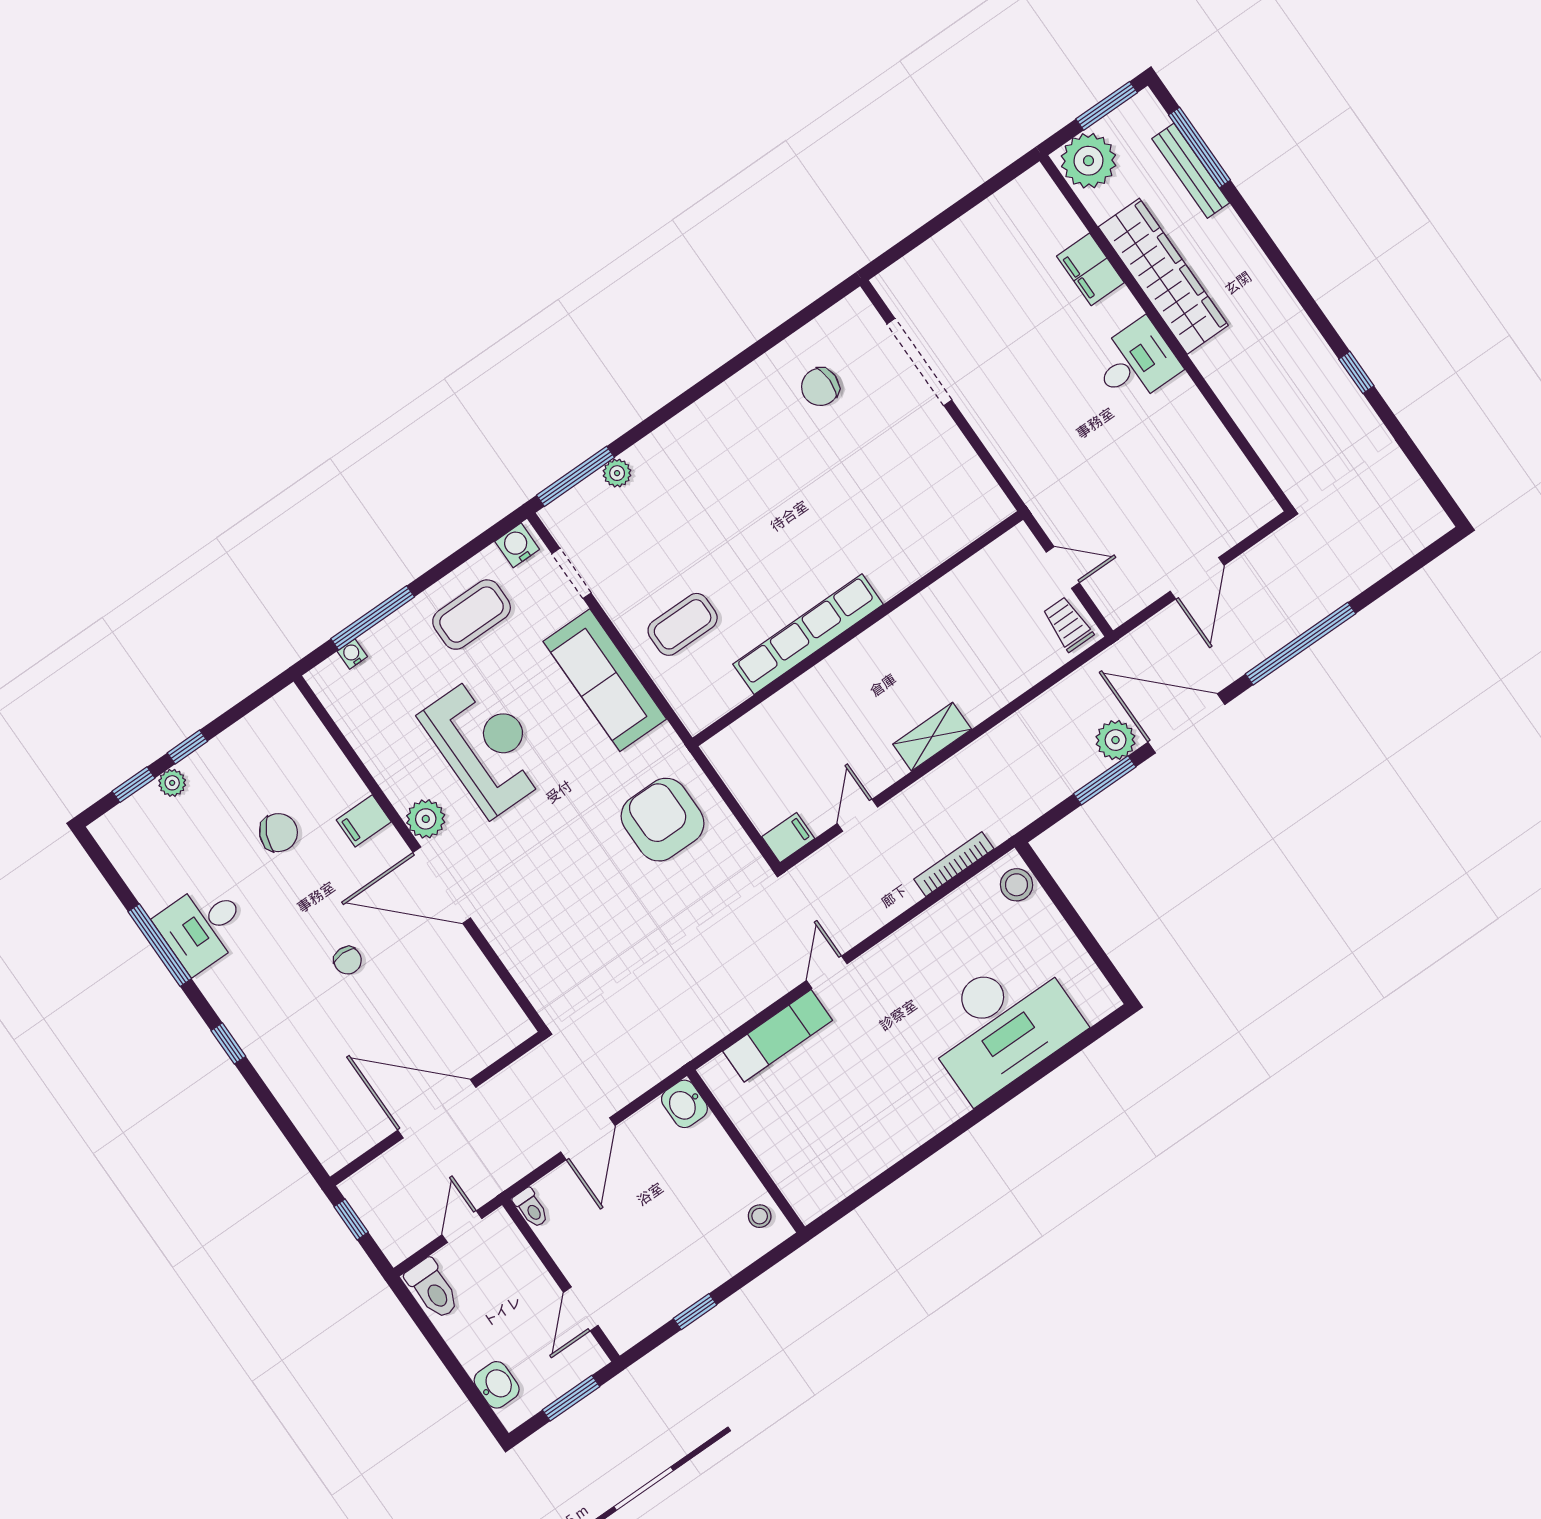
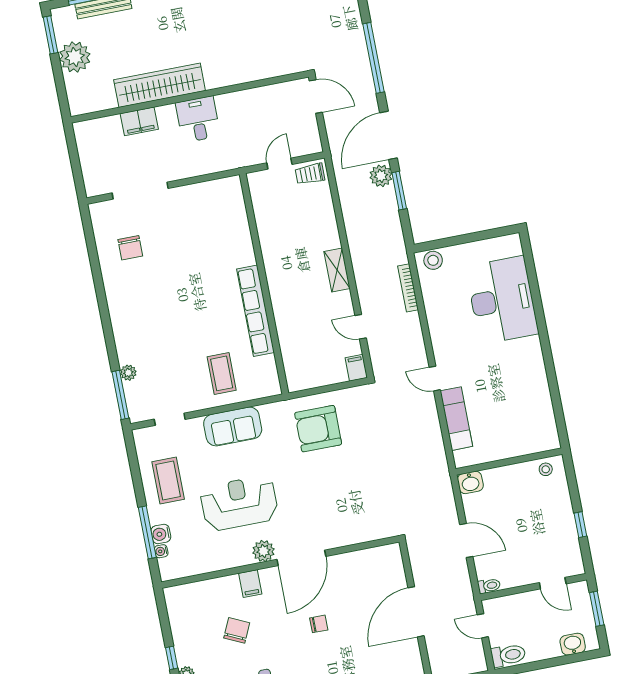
filing cabinet: (1090, 269) -> (139, 121), moved
wardrobe: (1163, 276) -> (160, 85), moved
wall: (1166, 333) -> (190, 97), moved
desk: (1136, 363) -> (198, 119), moved
water cooler: (517, 545) -> (161, 534), moved
sofa: (605, 680) -> (233, 426), width x0.73

